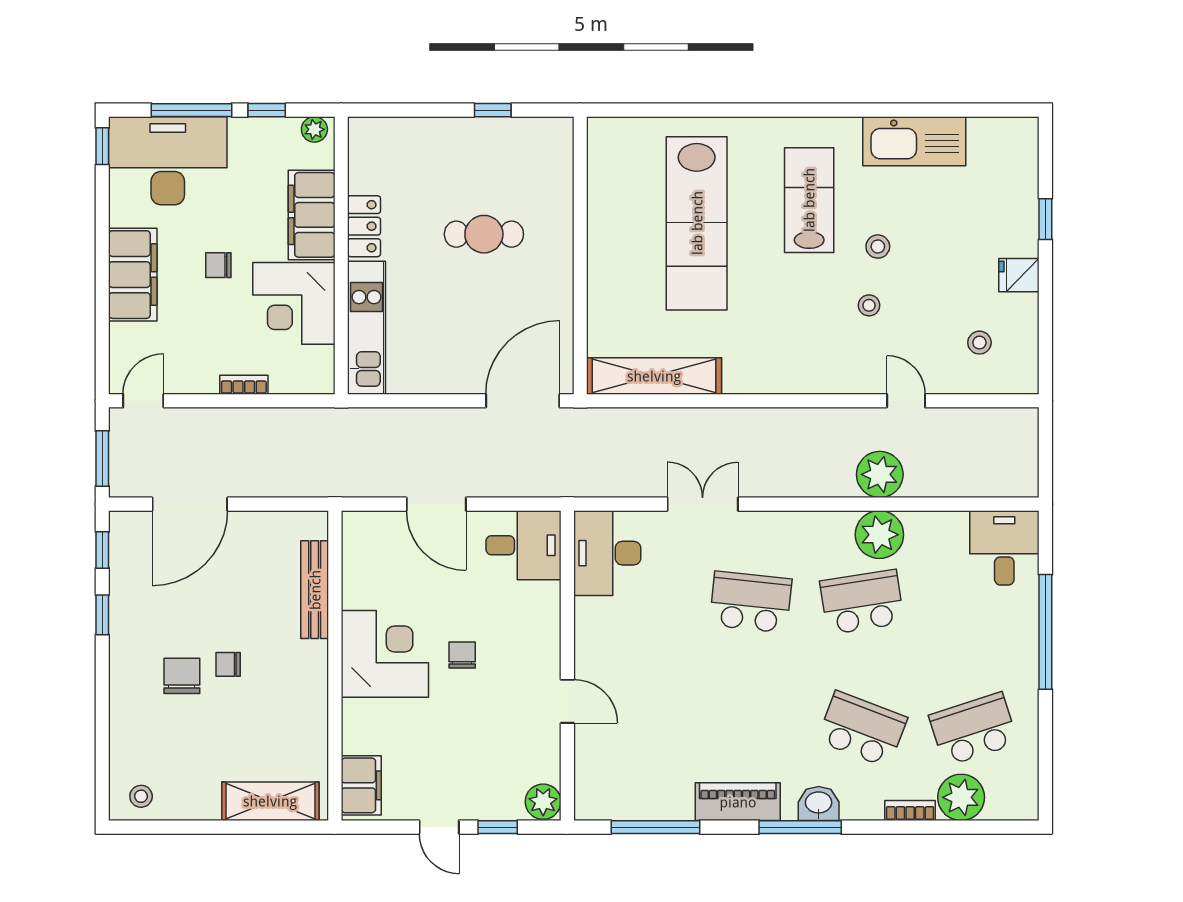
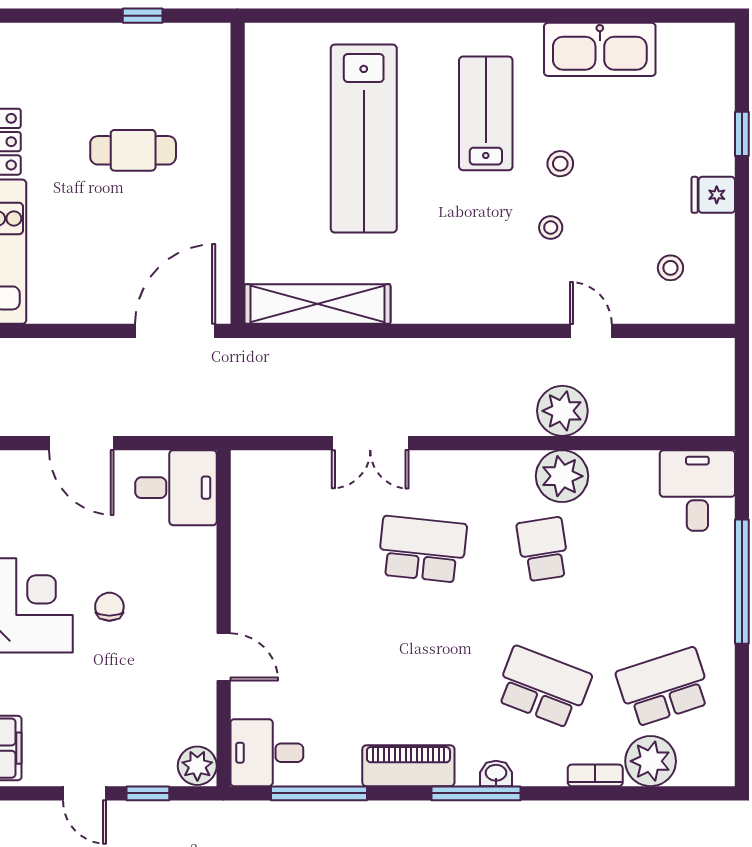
double door: (703, 504) -> (370, 443), swing flipped
desk: (607, 553) -> (267, 753), moved, width x0.73
school desk: (862, 602) -> (543, 549), width x0.54
washbasin: (819, 803) -> (496, 773), width x0.72, depth x0.69

